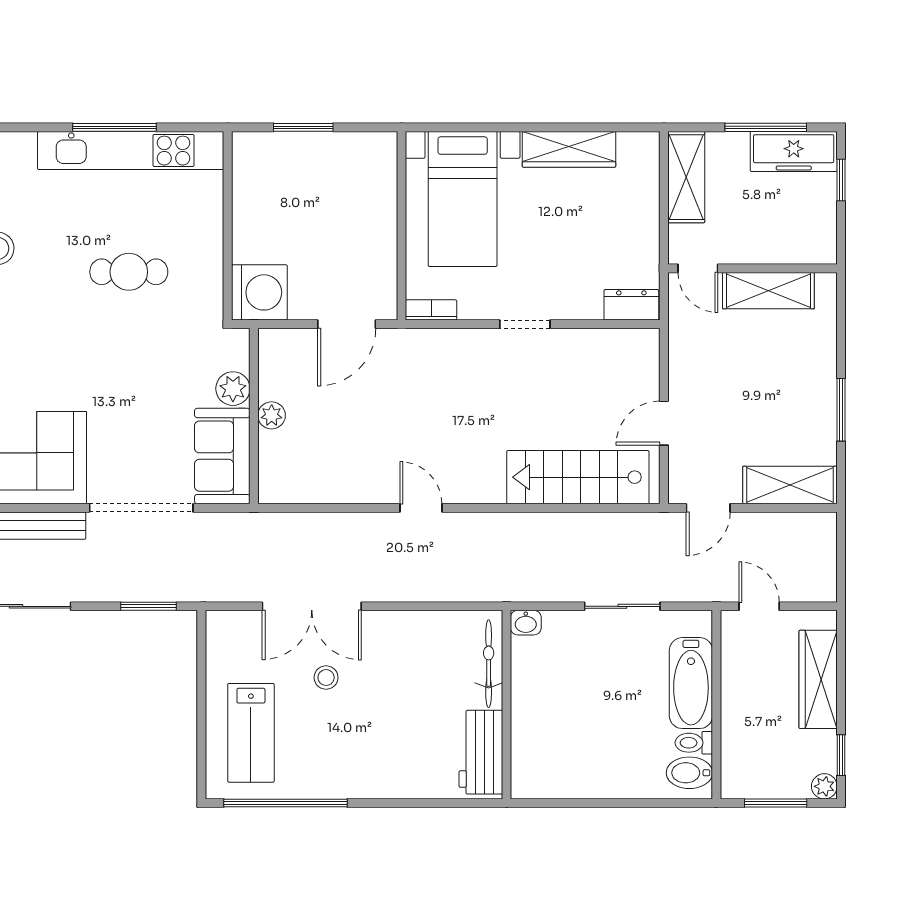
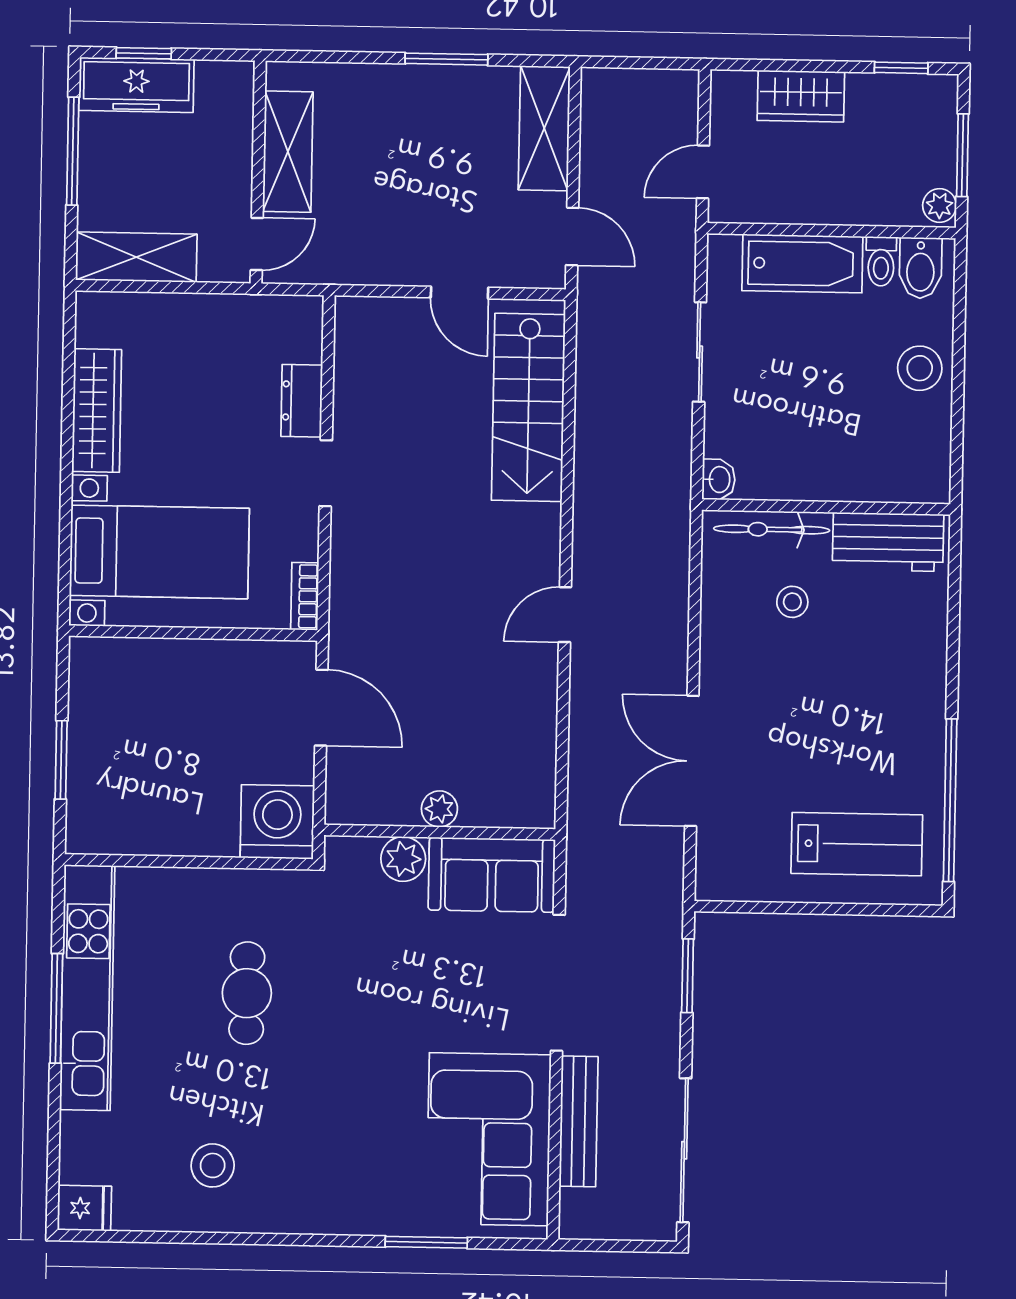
freezer: (794, 151) -> (136, 85), moved, turned 90
dresser: (631, 305) -> (302, 401), moved
double door: (312, 606) -> (692, 761), swing flipped
stool: (326, 678) -> (792, 602), moved
wardrobe: (818, 679) -> (801, 96), width x0.67
stool: (613, 774) -> (920, 368), added
plant: (824, 786) -> (940, 206), moved

